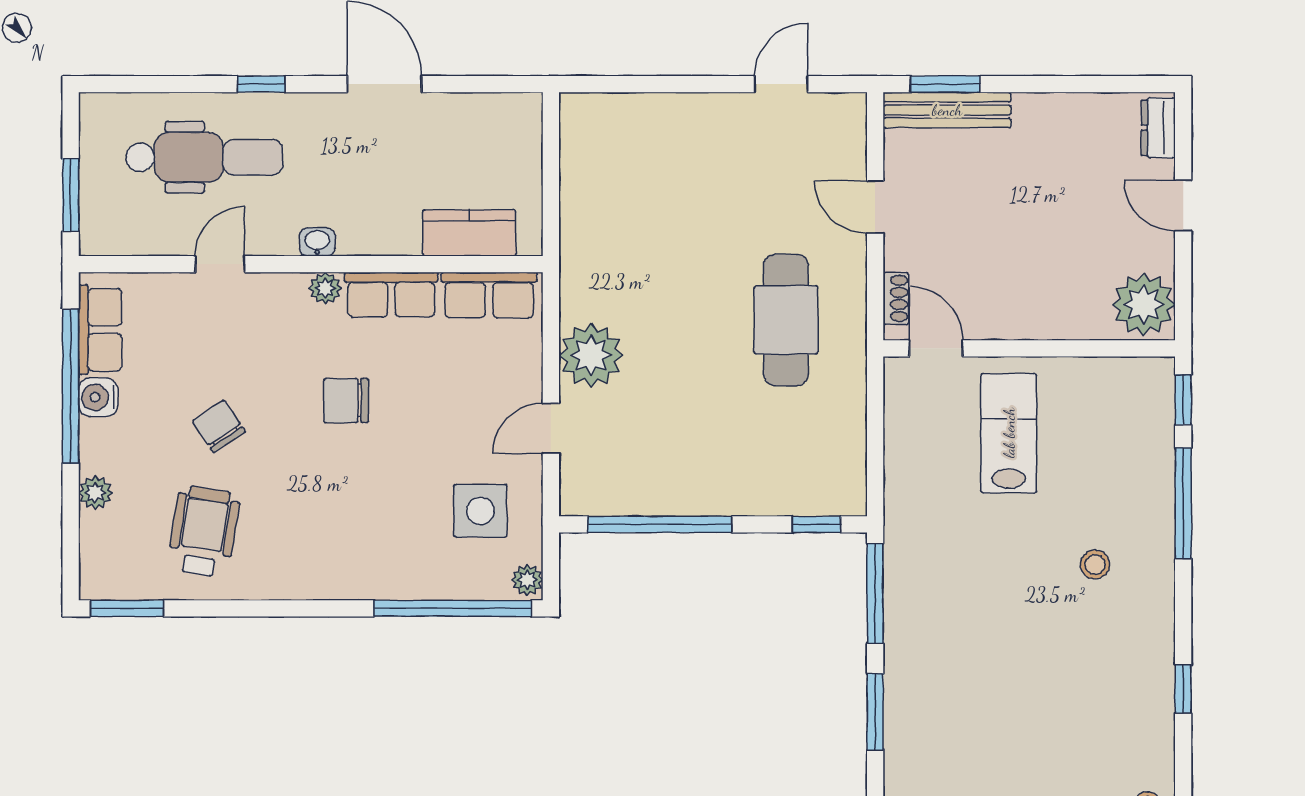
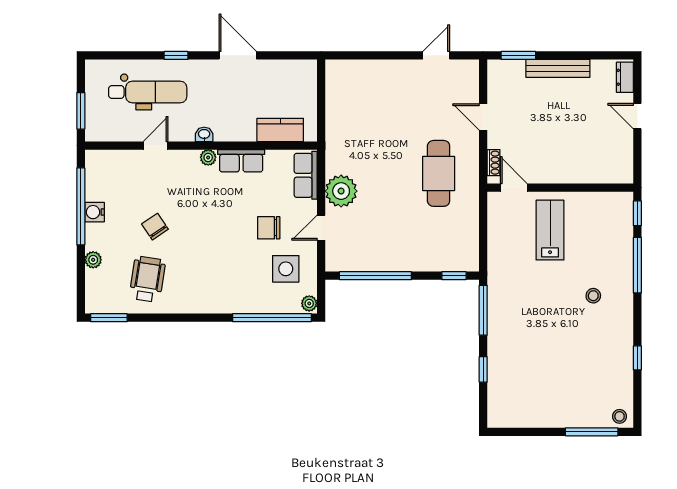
bench: (947, 110) -> (558, 68), moved
row of seats: (489, 295) -> (306, 175), moved, turned 90
plant: (1144, 304) -> (618, 166), removed
row of seats: (100, 330) -> (96, 178), removed
chair: (346, 401) -> (269, 228), moved
window: (875, 712) -> (483, 369), width x0.67

